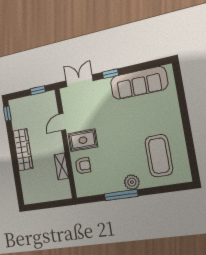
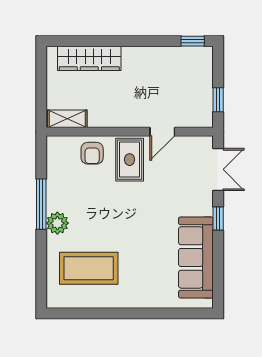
door: (62, 122) -> (162, 132), swing flipped
wardrobe: (23, 150) -> (89, 58), moved
shelving: (62, 166) -> (67, 119), moved

